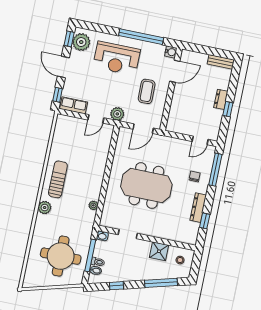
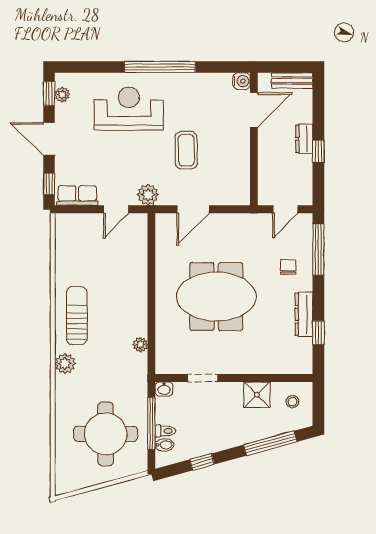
plant: (81, 42) -> (62, 95), width x0.53, depth x0.53
water cooler: (171, 52) -> (242, 81), moved
reception desk: (117, 58) -> (129, 108), turned 180
door: (175, 71) -> (254, 110), moved
wall: (171, 89) -> (254, 139), moved

